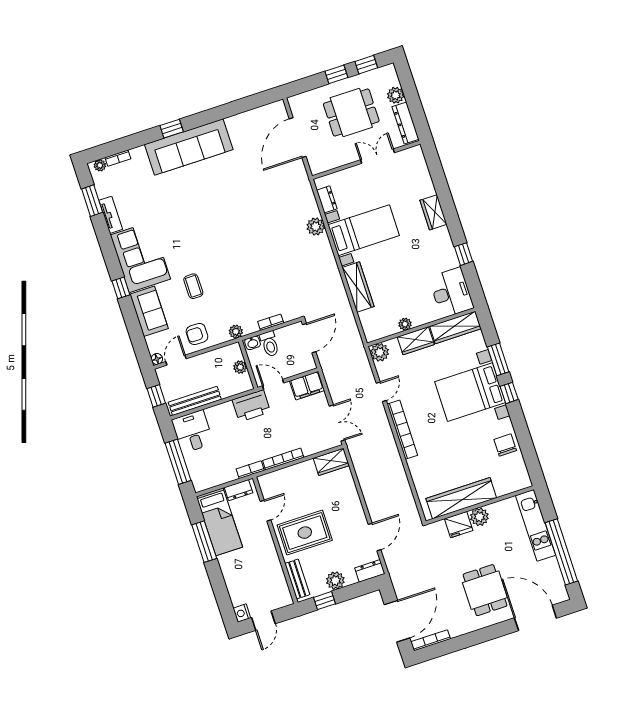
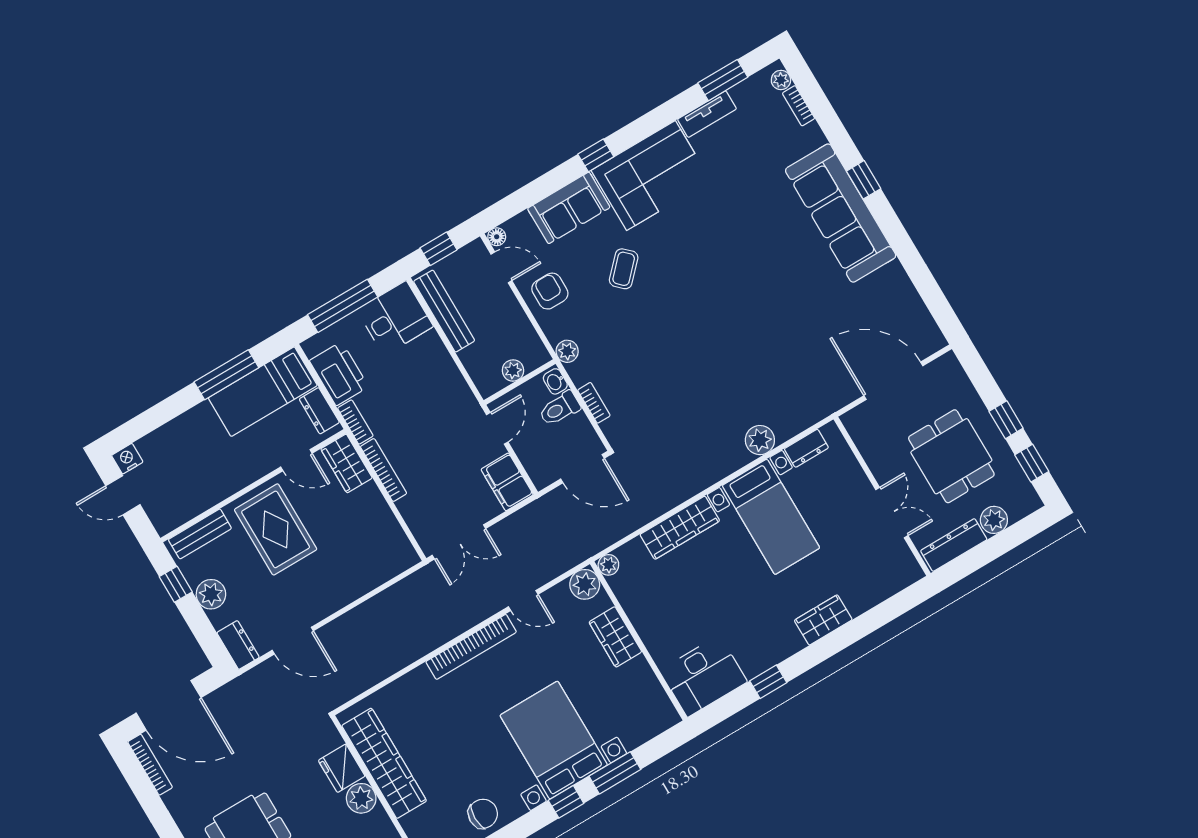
coffee table: (193, 286) -> (624, 269), turned -46
plant: (405, 324) -> (608, 565), moved
wardrobe: (455, 327) -> (650, 694), removed
printer: (251, 406) -> (339, 374), moved, turned 180
wardrobe: (331, 462) -> (347, 463), moved

